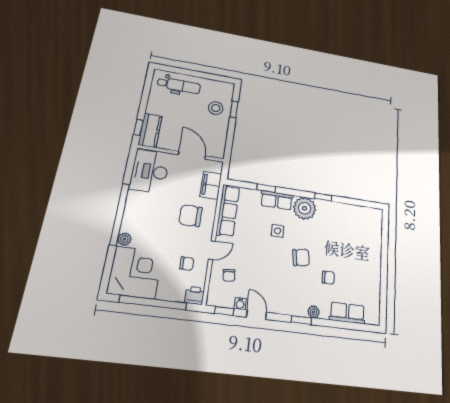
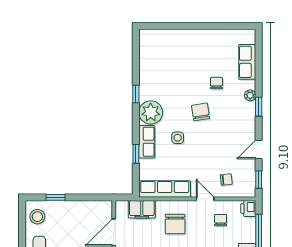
stool: (216, 108) -> (37, 217), moved
water cooler: (240, 304) -> (251, 166), removed

